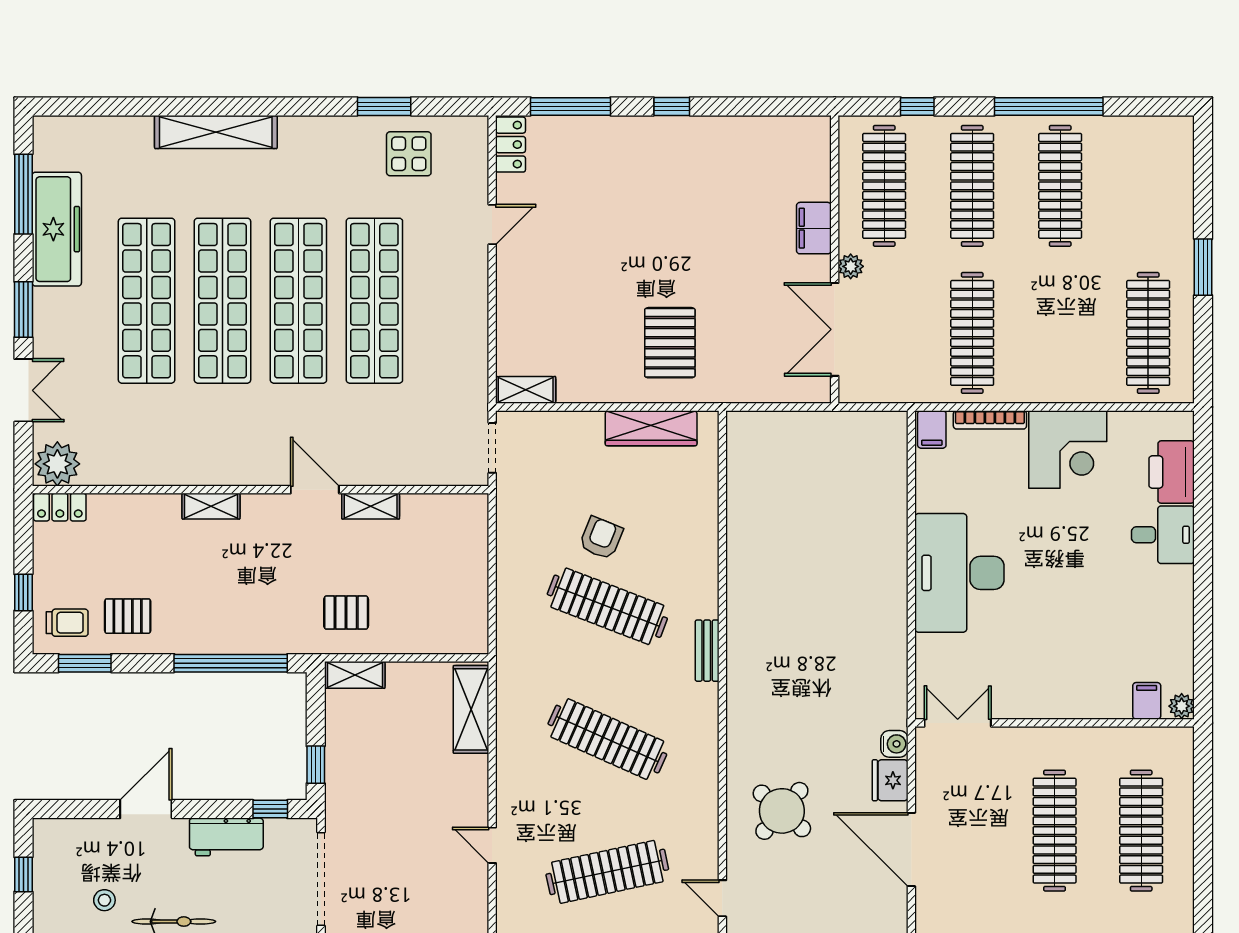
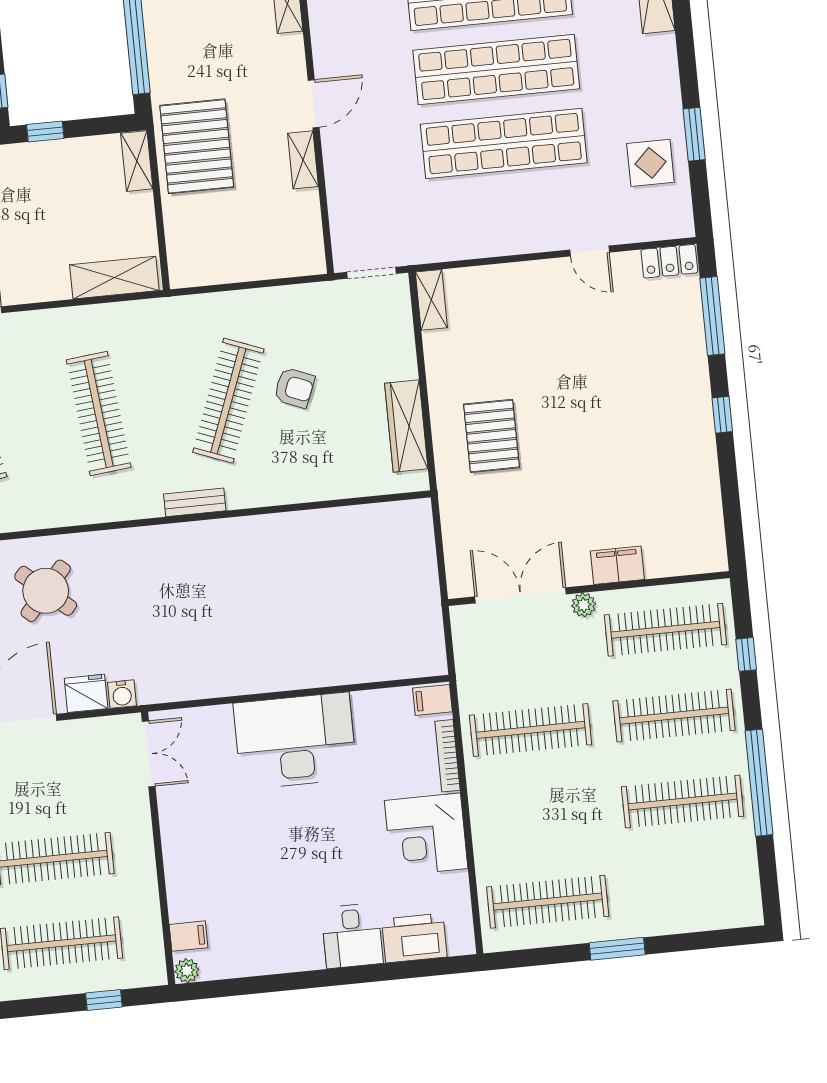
pallet: (670, 343) -> (492, 436), turned 90
pallet: (346, 613) -> (197, 146), width x2.05, depth x2.00
clothes rail: (607, 739) -> (99, 414), turned -30
window: (1203, 793) -> (104, 1000), added

